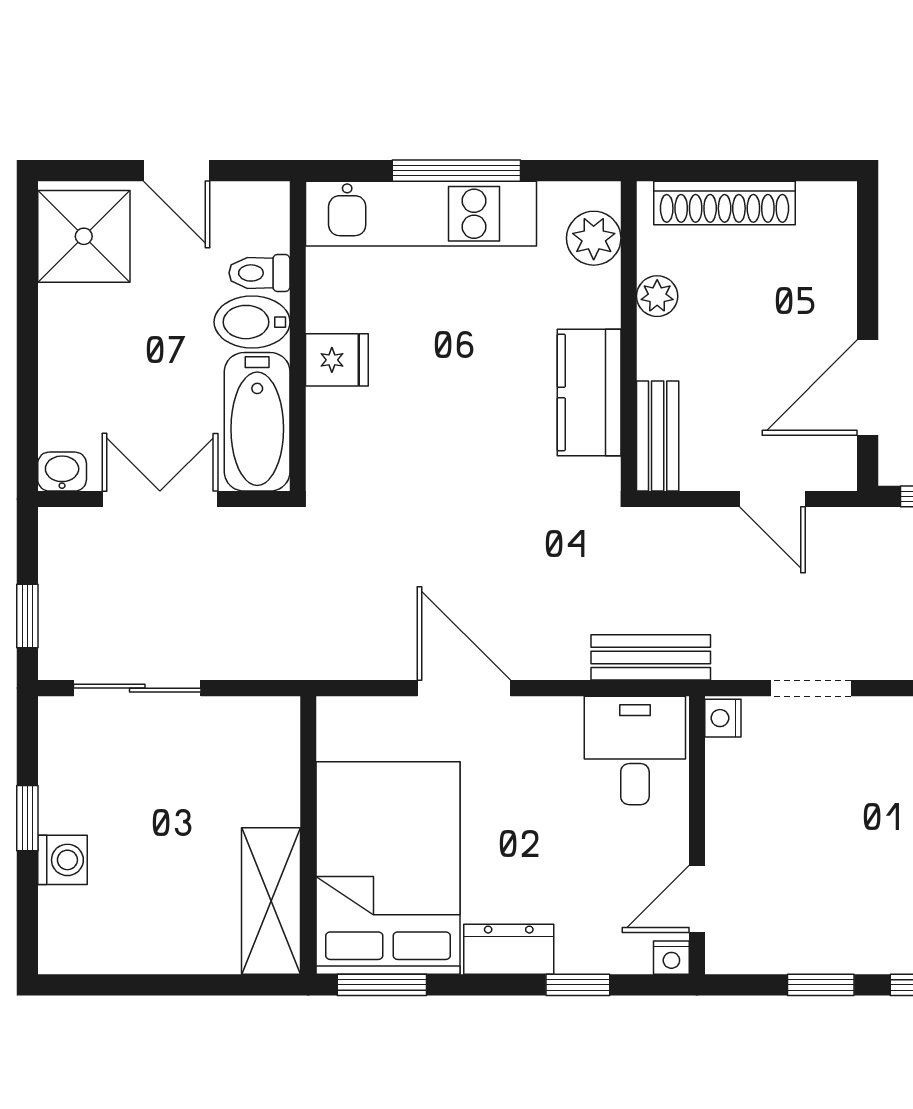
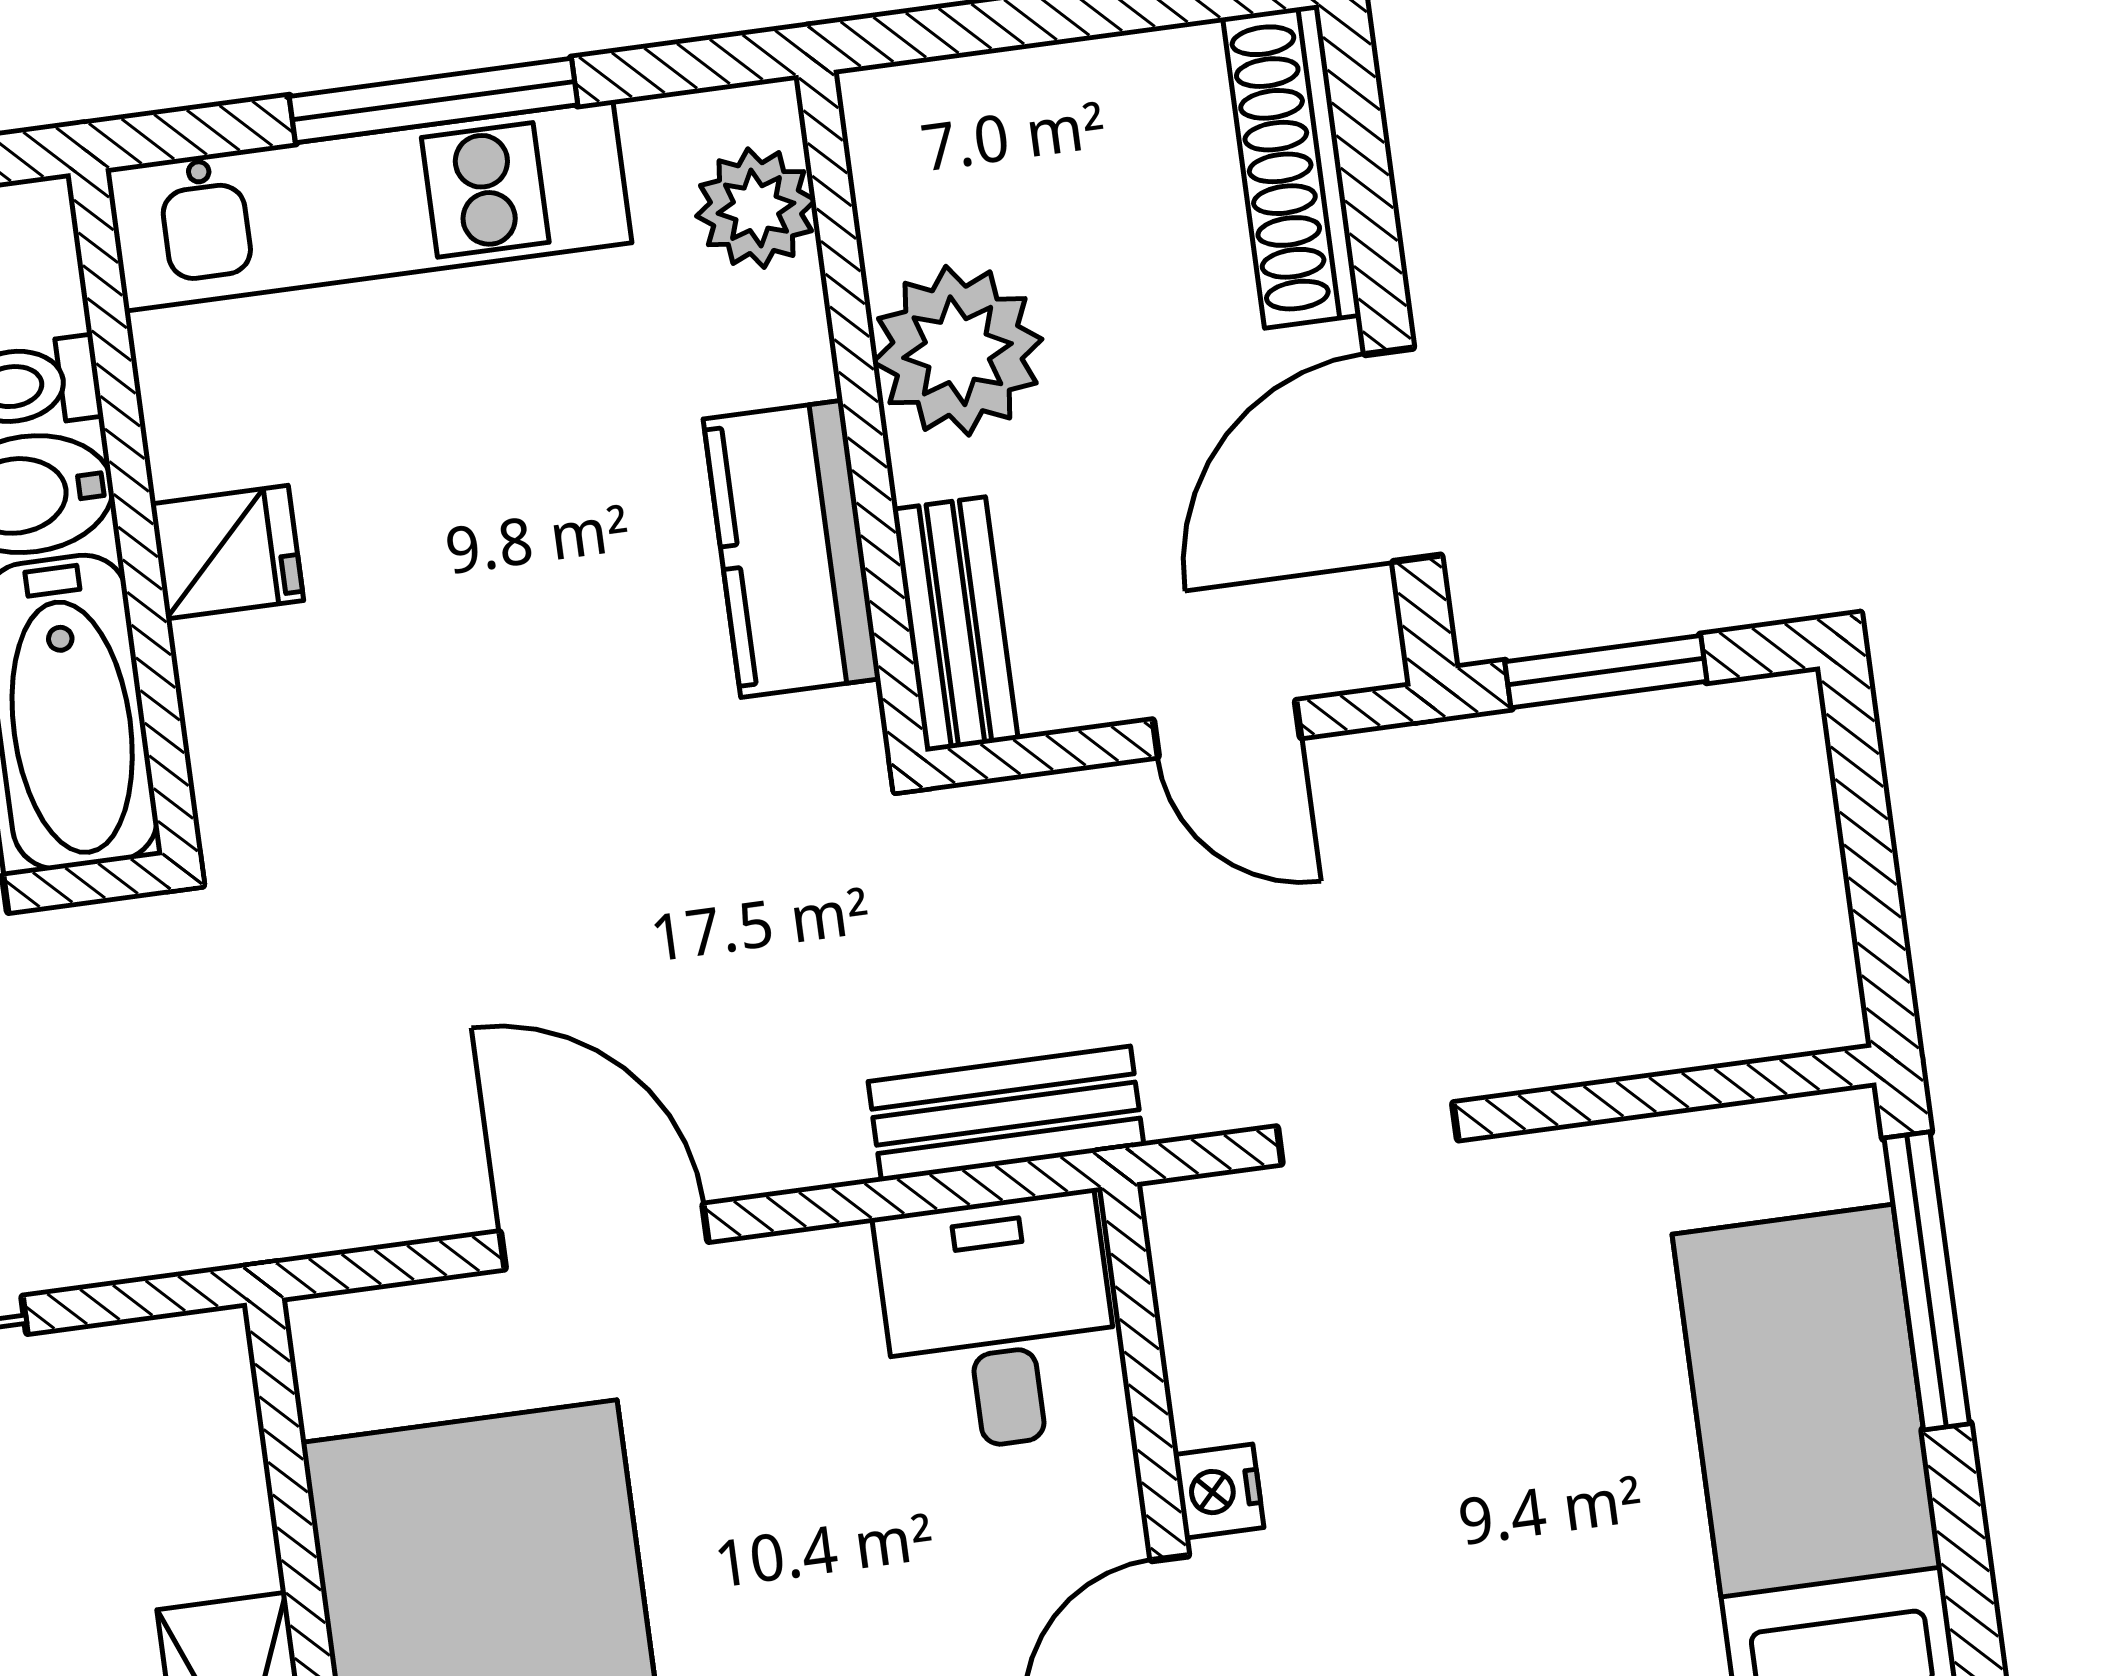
shoe rack: (725, 203) -> (1292, 166), moved, turned 90
plant: (657, 296) -> (957, 351), width x1.87, depth x1.87
nightstand: (723, 718) -> (1219, 1491), moved

